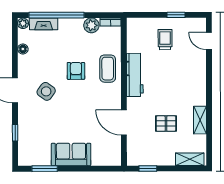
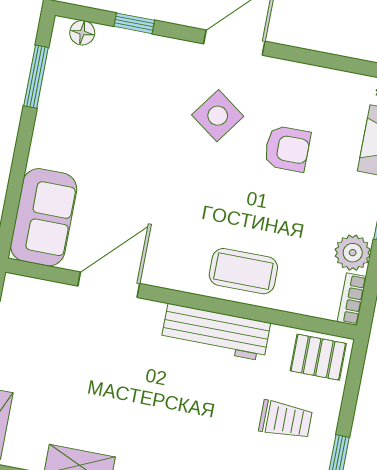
floor lamp: (23, 49) -> (82, 33), moved
armchair: (76, 71) -> (287, 149), moved
pallet: (166, 124) -> (318, 357), moved, turned 90
sofa: (71, 154) -> (44, 217), moved

